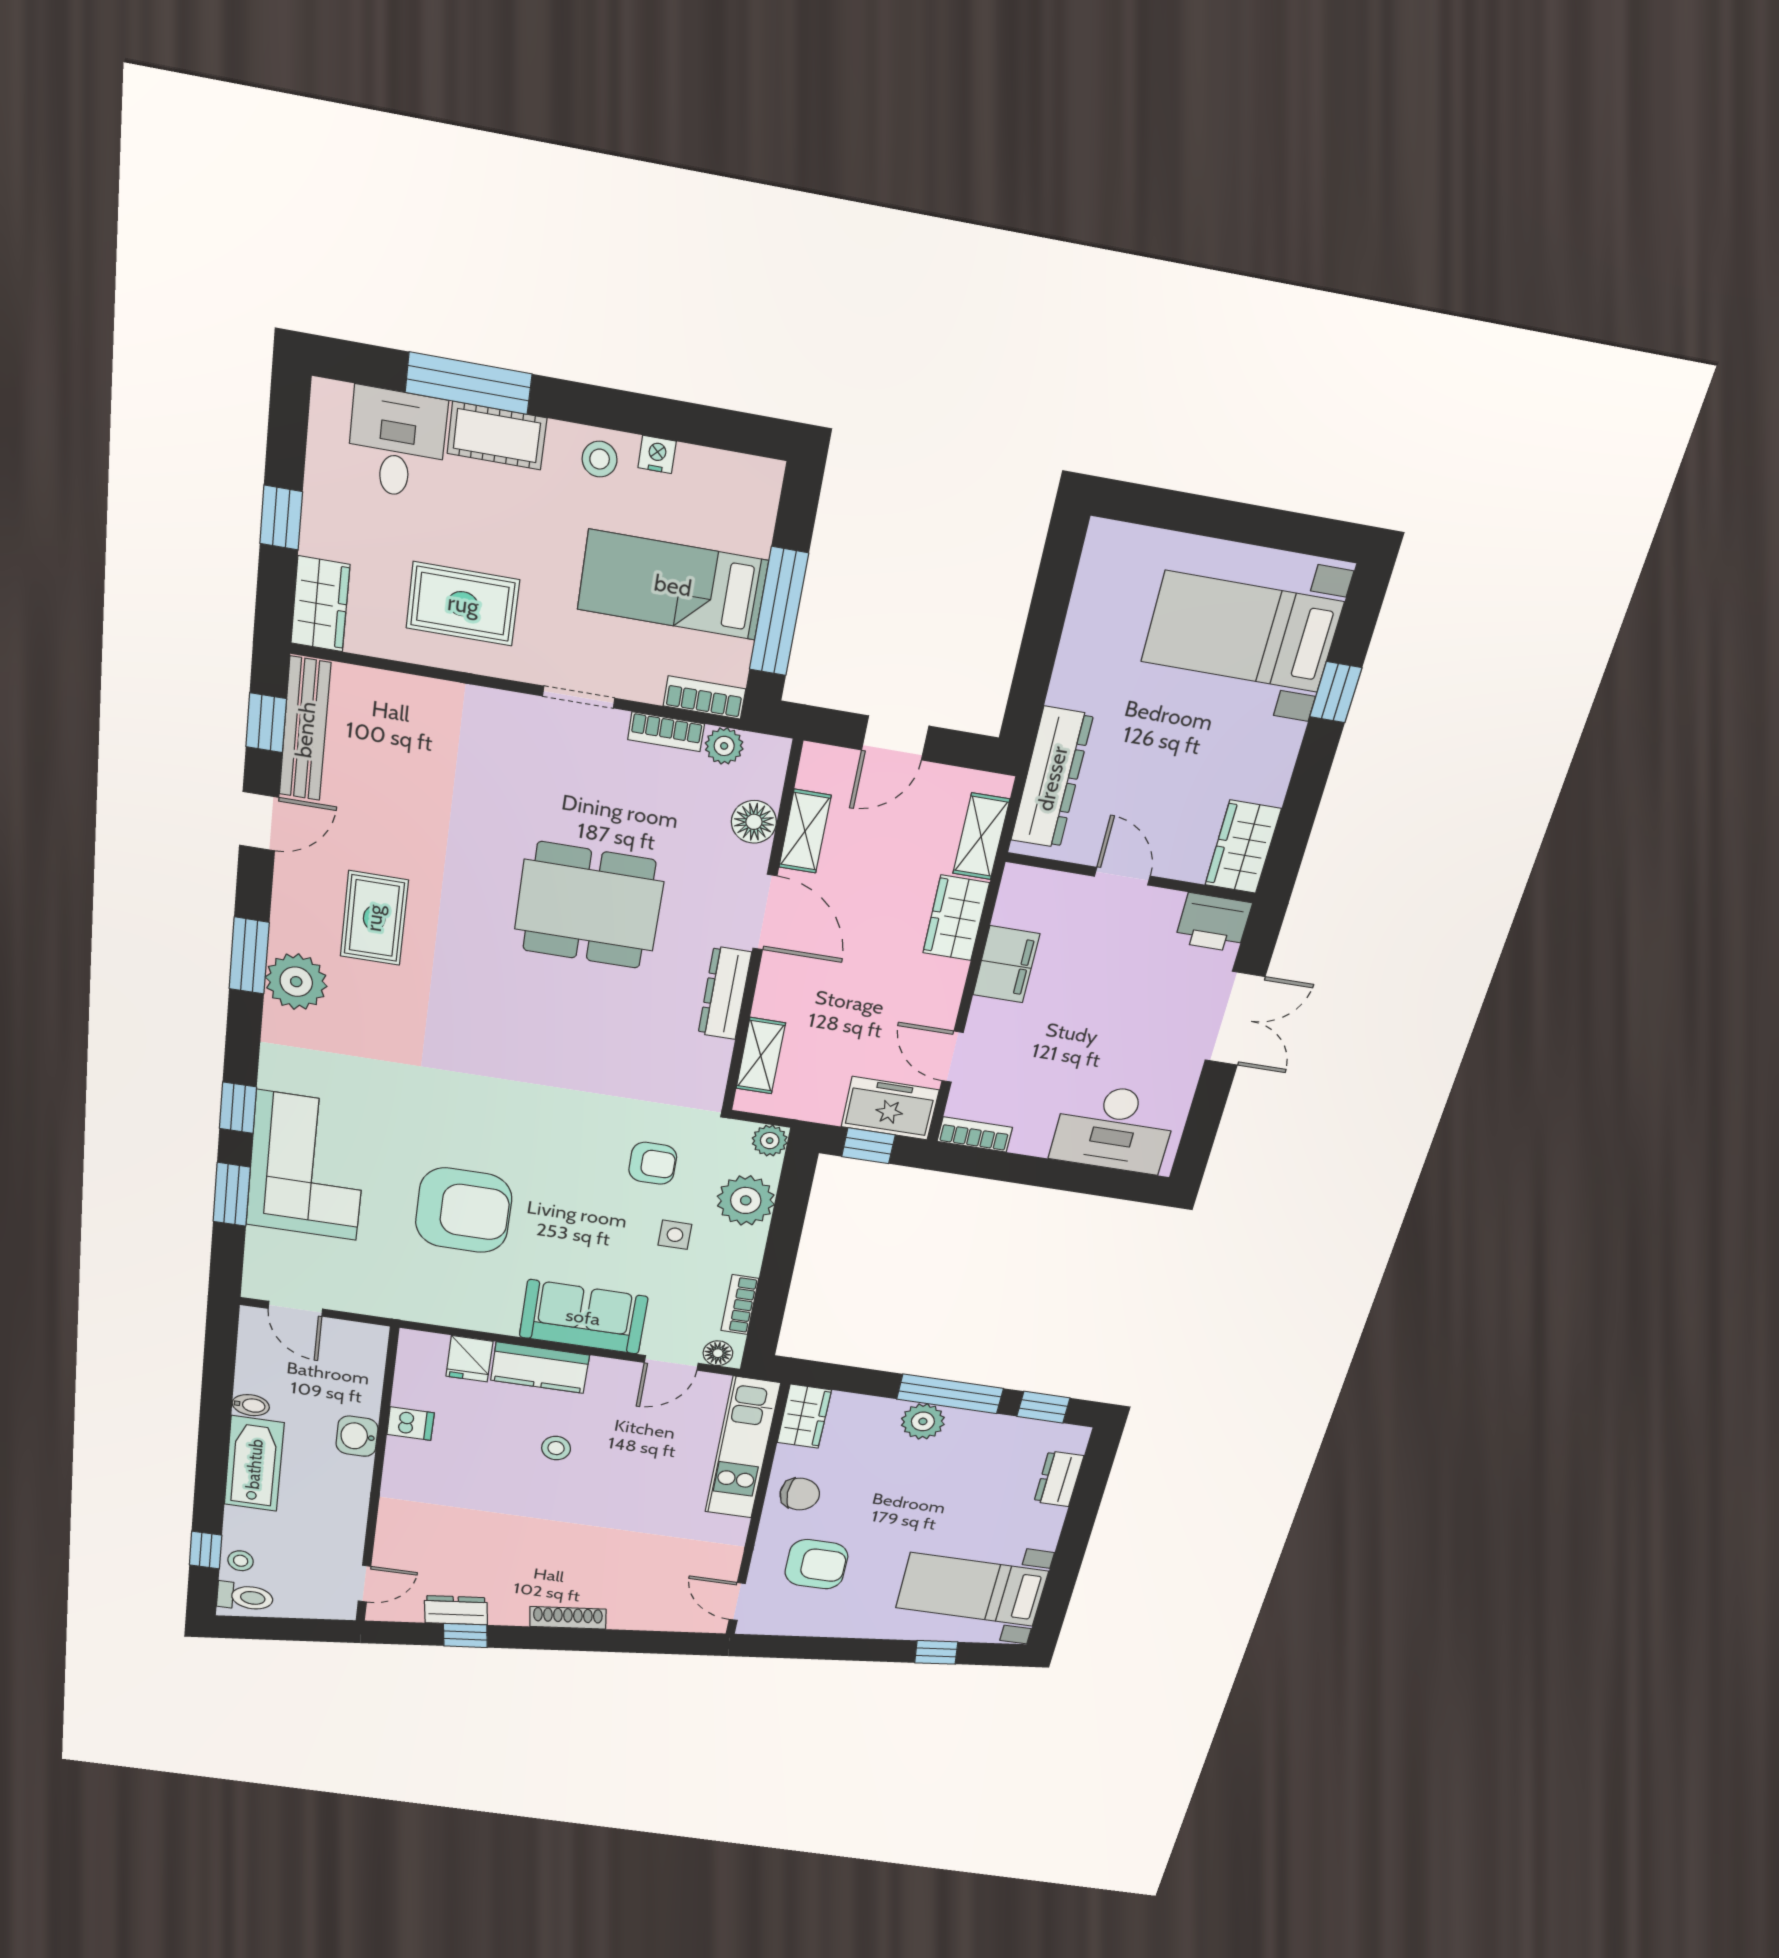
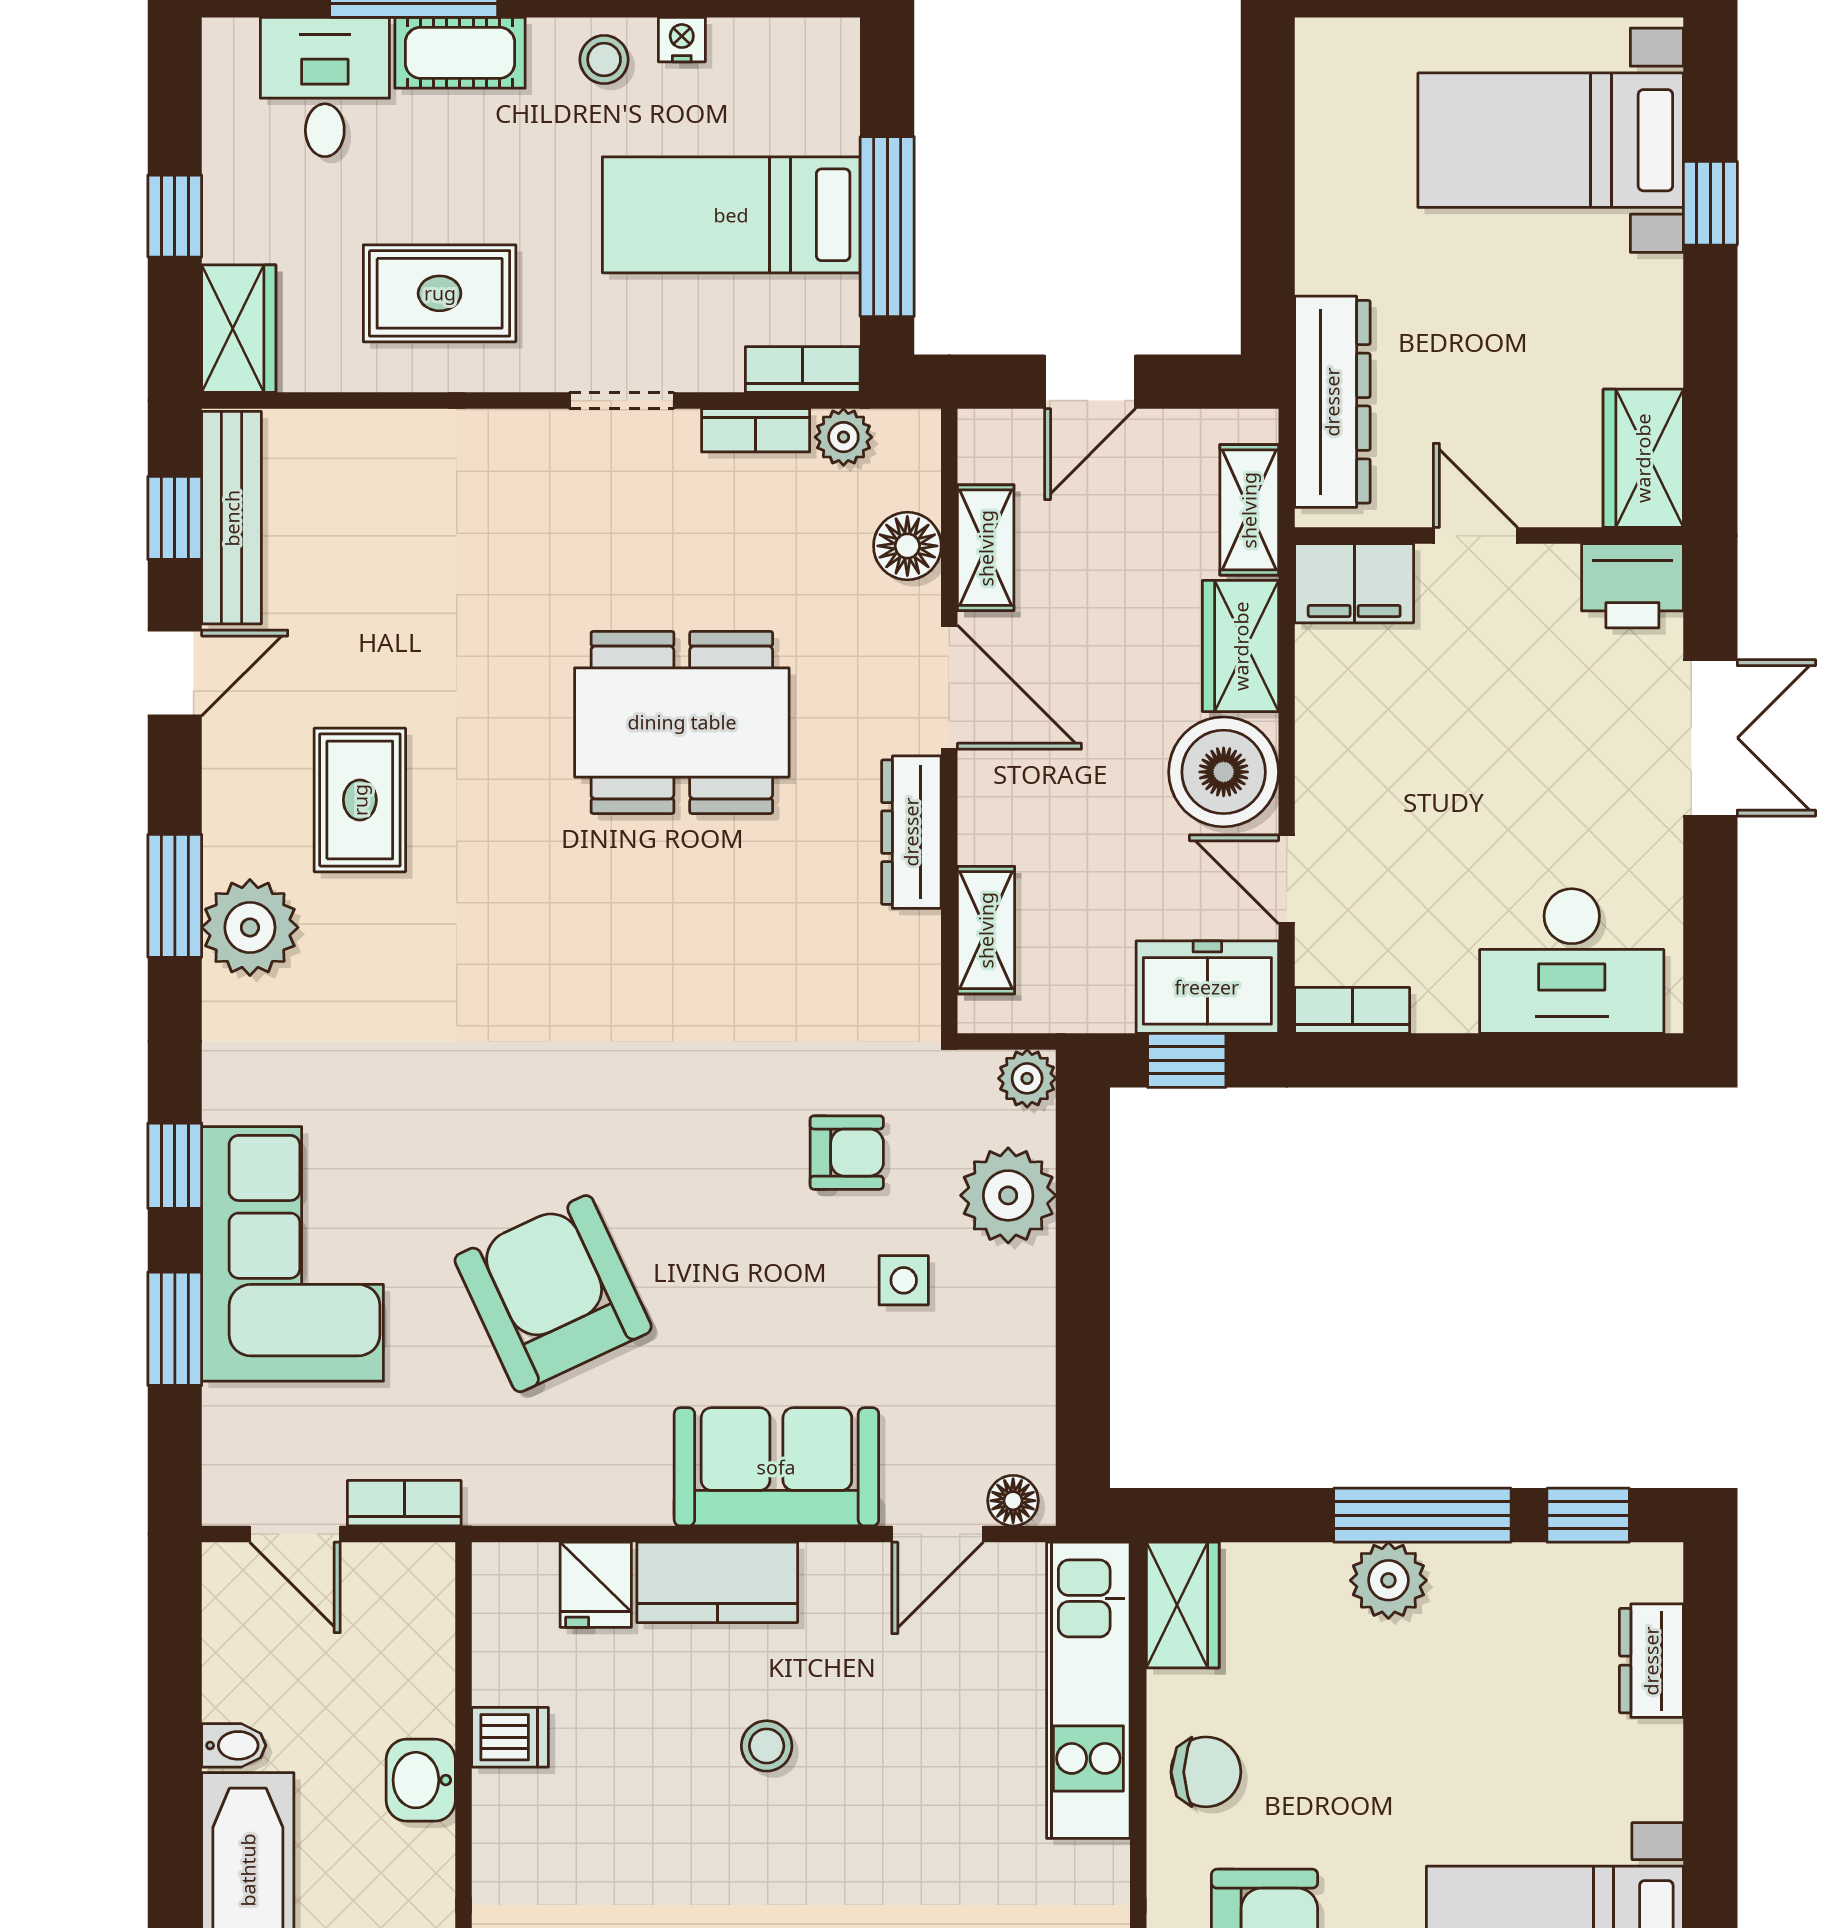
filing cabinet: (1006, 964) -> (1354, 583), moved, turned 90
boiler: (928, 990) -> (1224, 772), added
armchair: (464, 1210) -> (553, 1294), turned -115
bookcase: (740, 1305) -> (404, 1503), moved, turned 90

